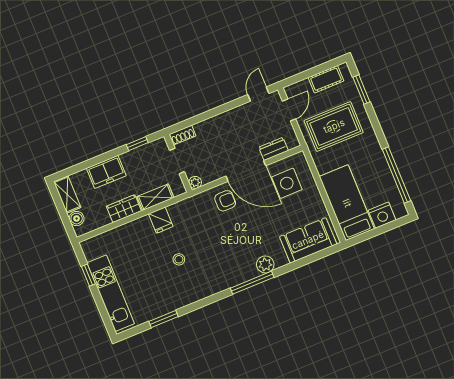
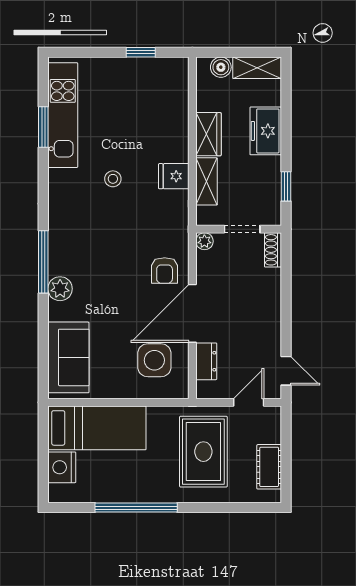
window: (361, 90) -> (237, 508), removed
door: (289, 110) -> (249, 402), swing flipped
window: (396, 175) -> (136, 508), moved
kitchen unit: (111, 293) -> (63, 115), moved, turned -90

